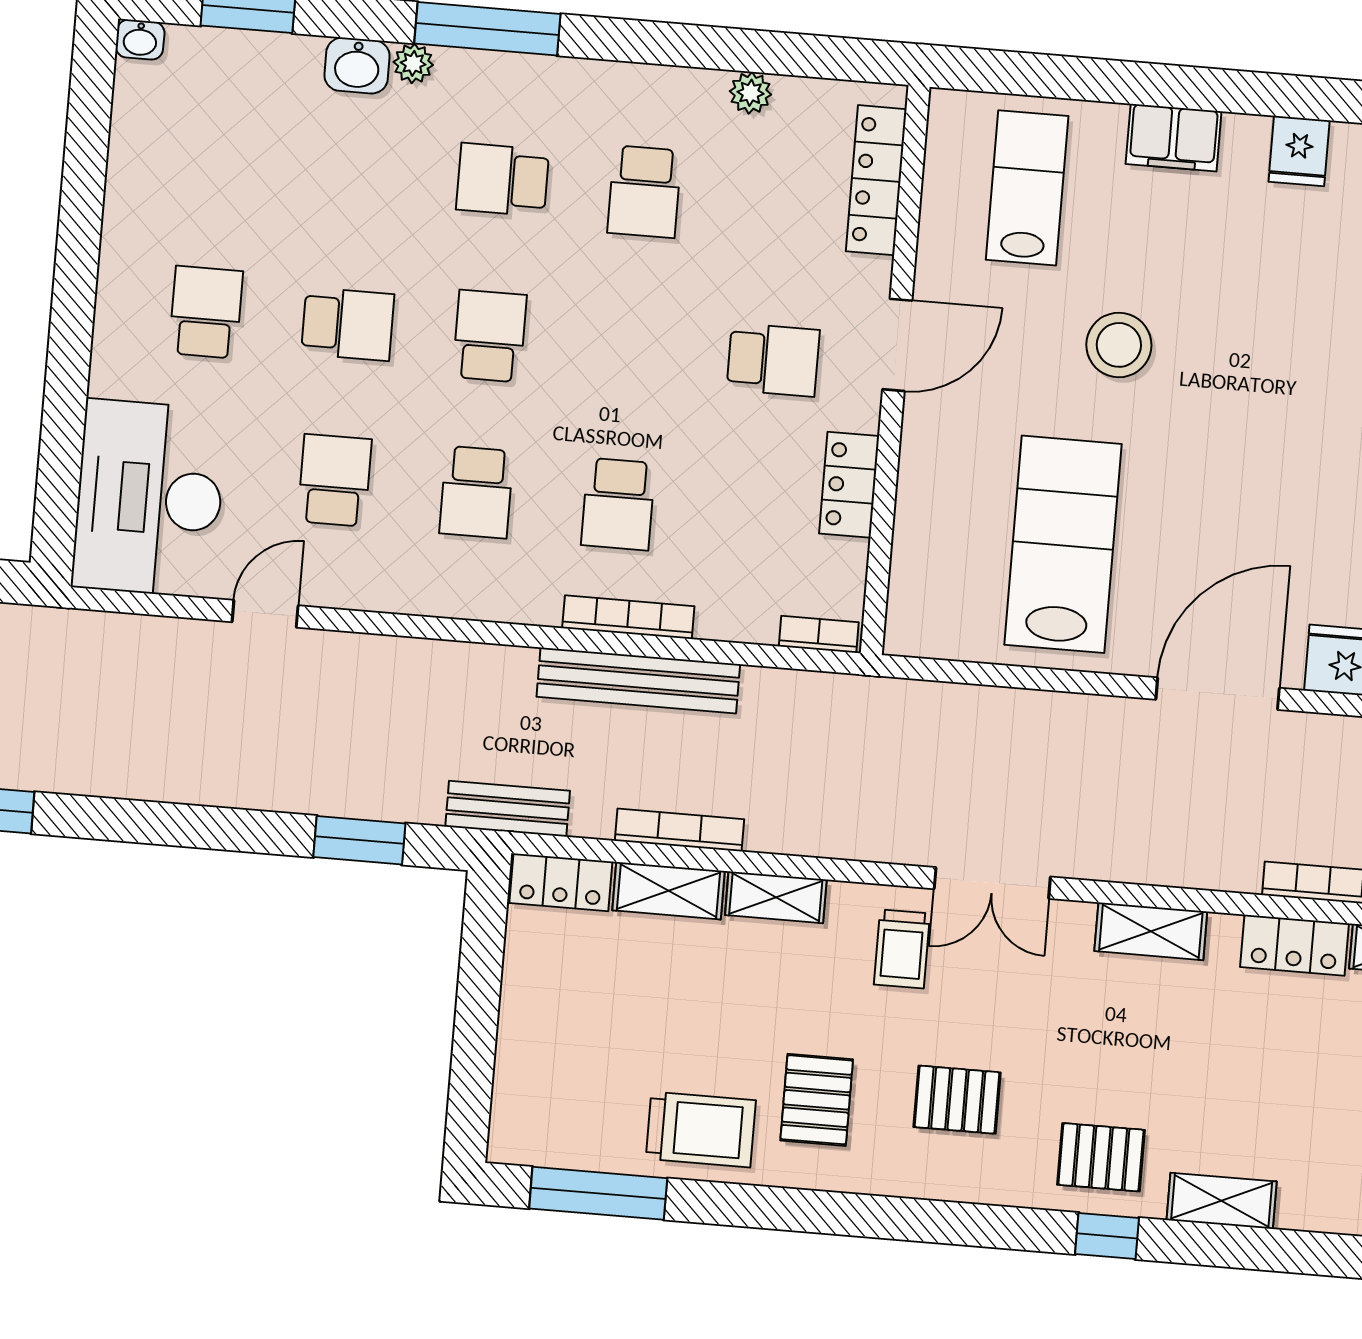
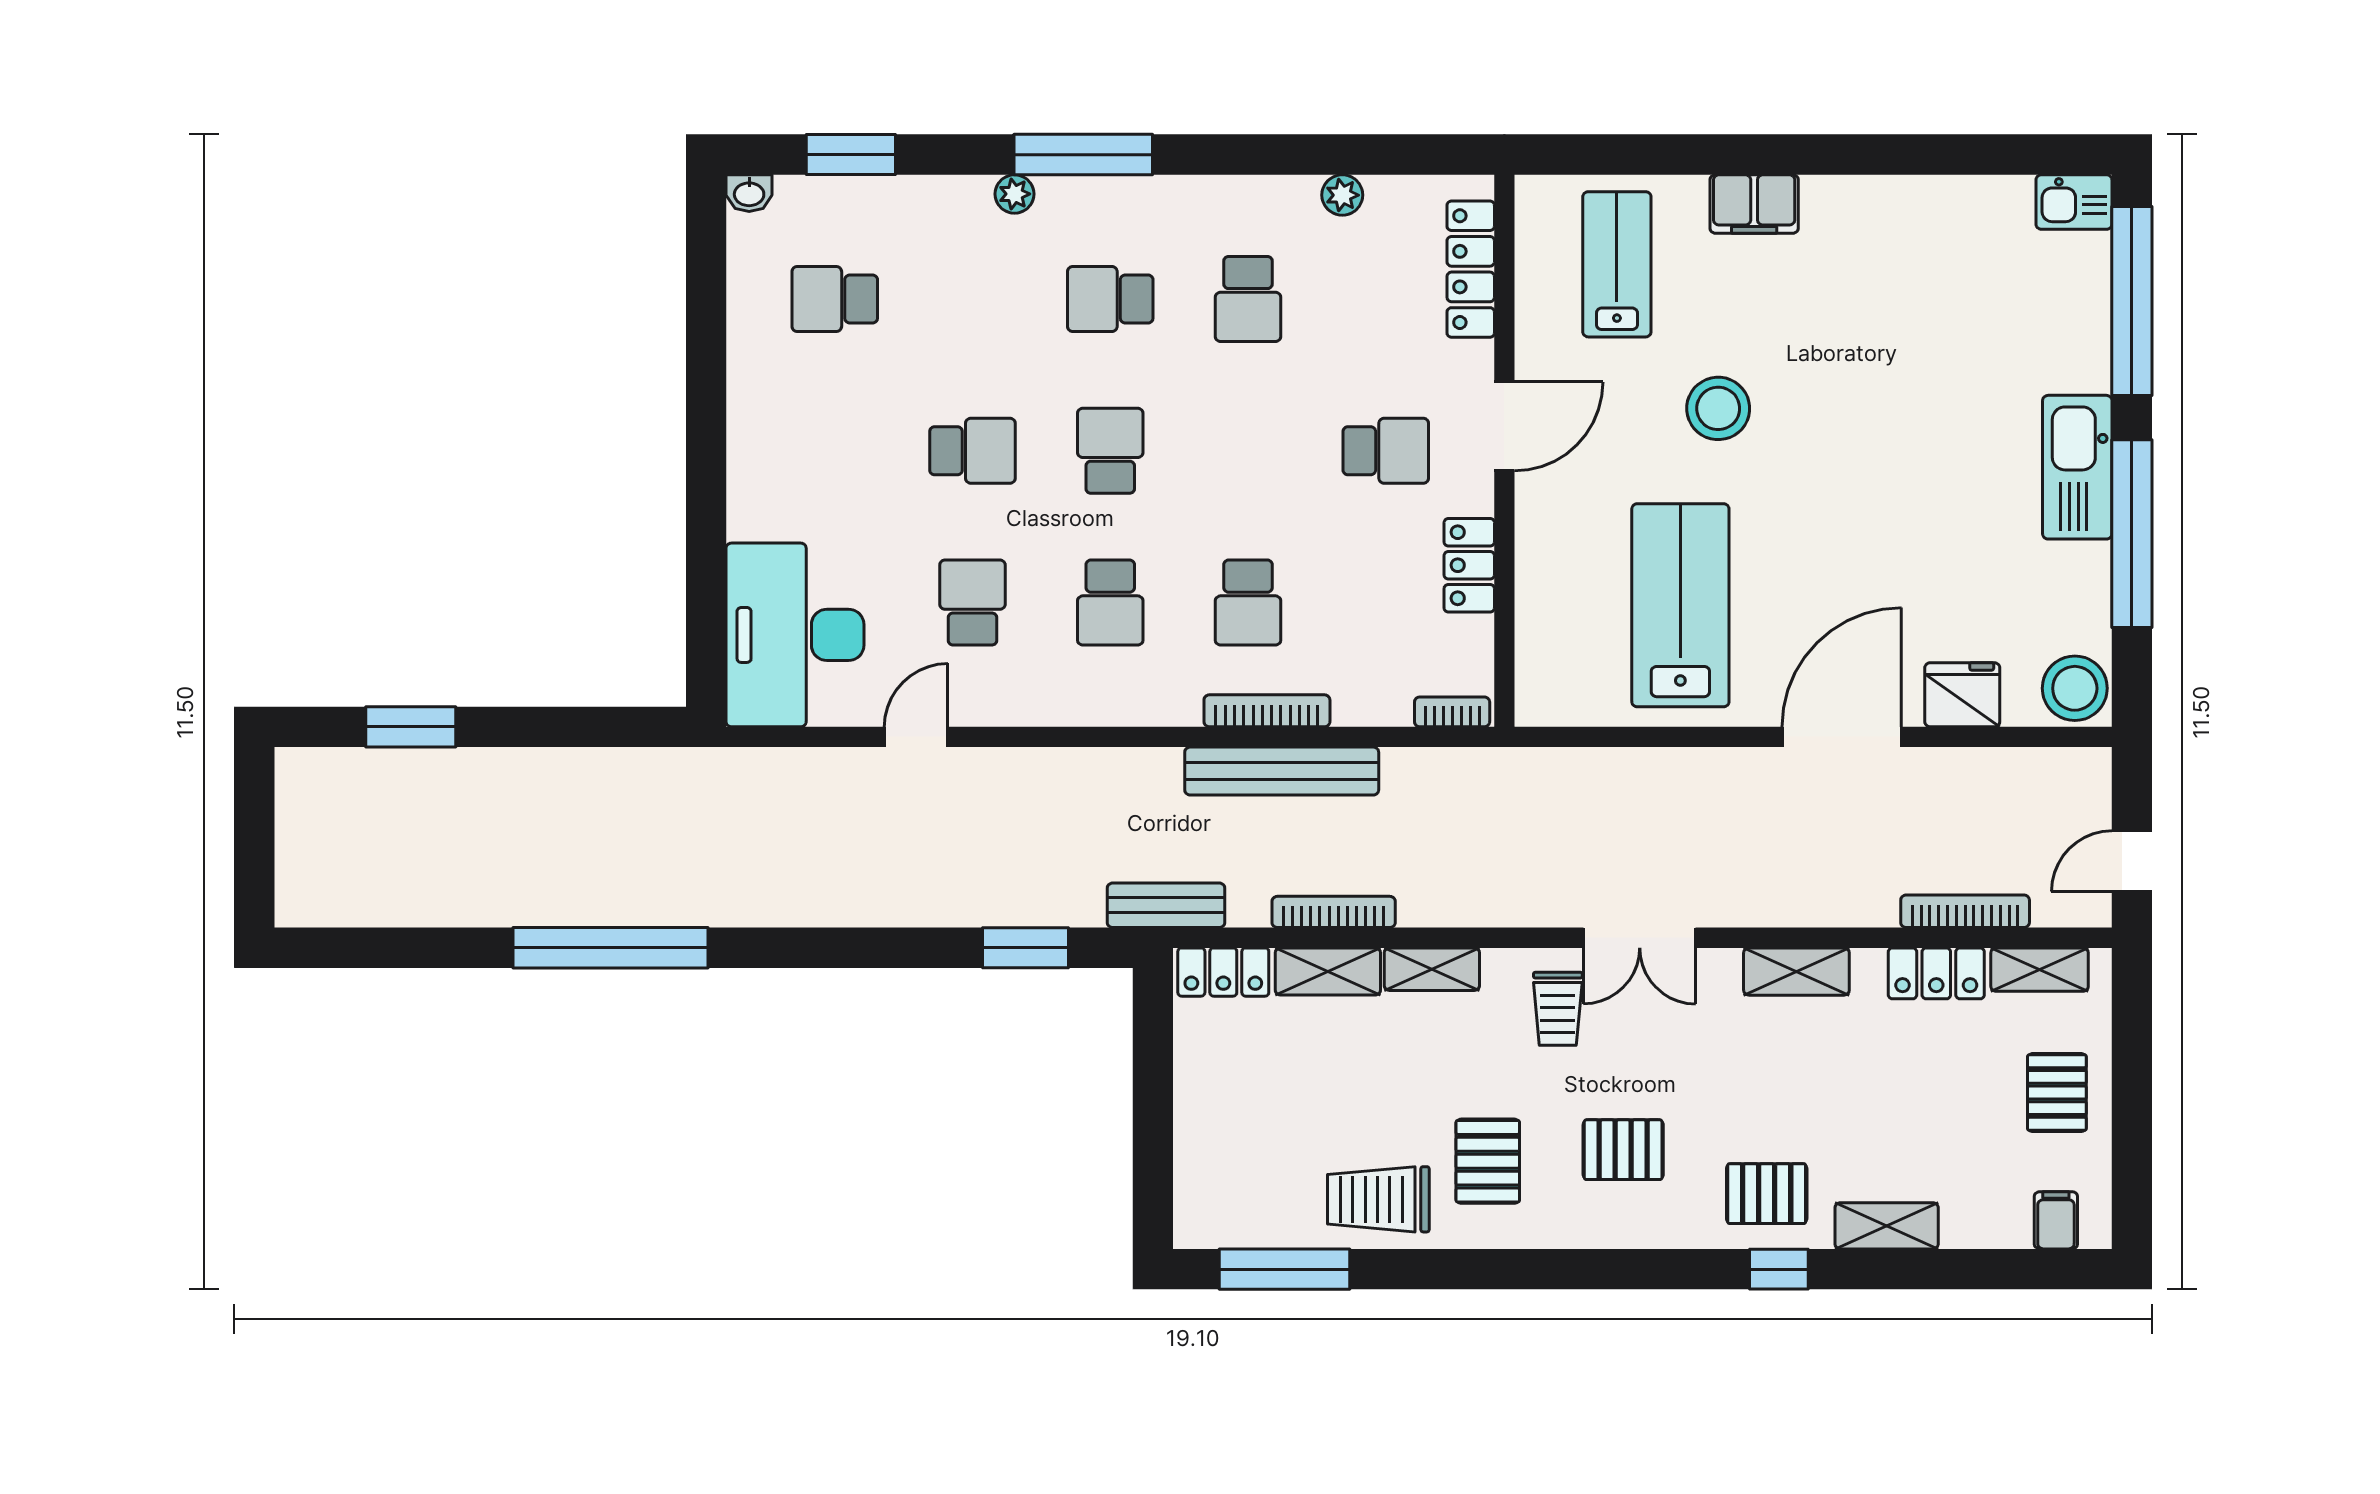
washbasin: (357, 66) -> (960, 201), removed
fridge: (1299, 151) -> (1876, 207), removed
school desk: (206, 312) -> (835, 299), moved, turned -90
trolley: (701, 1130) -> (1378, 1199), turned 180

